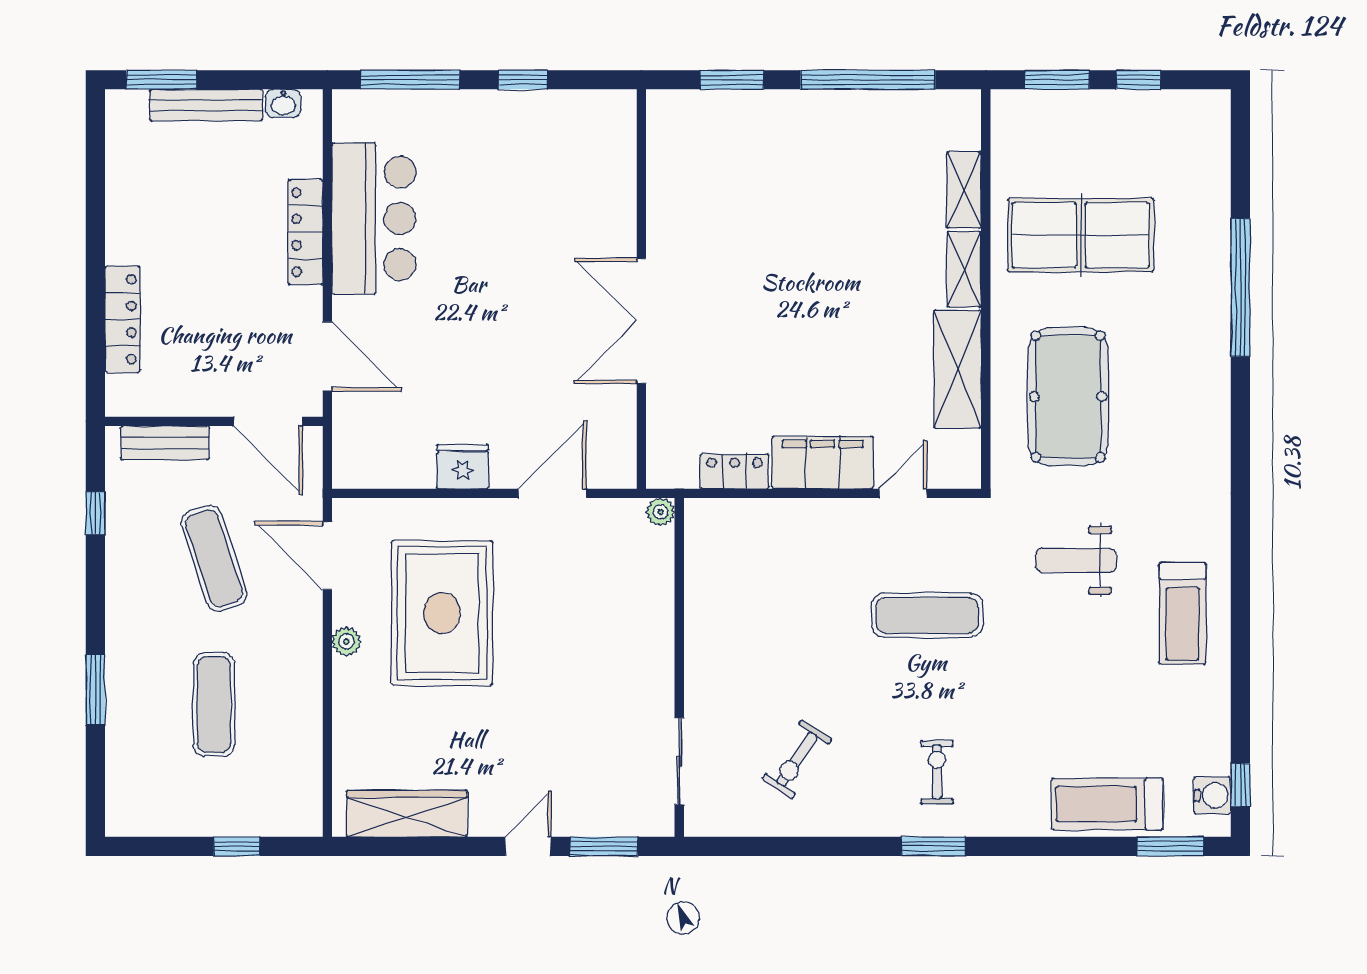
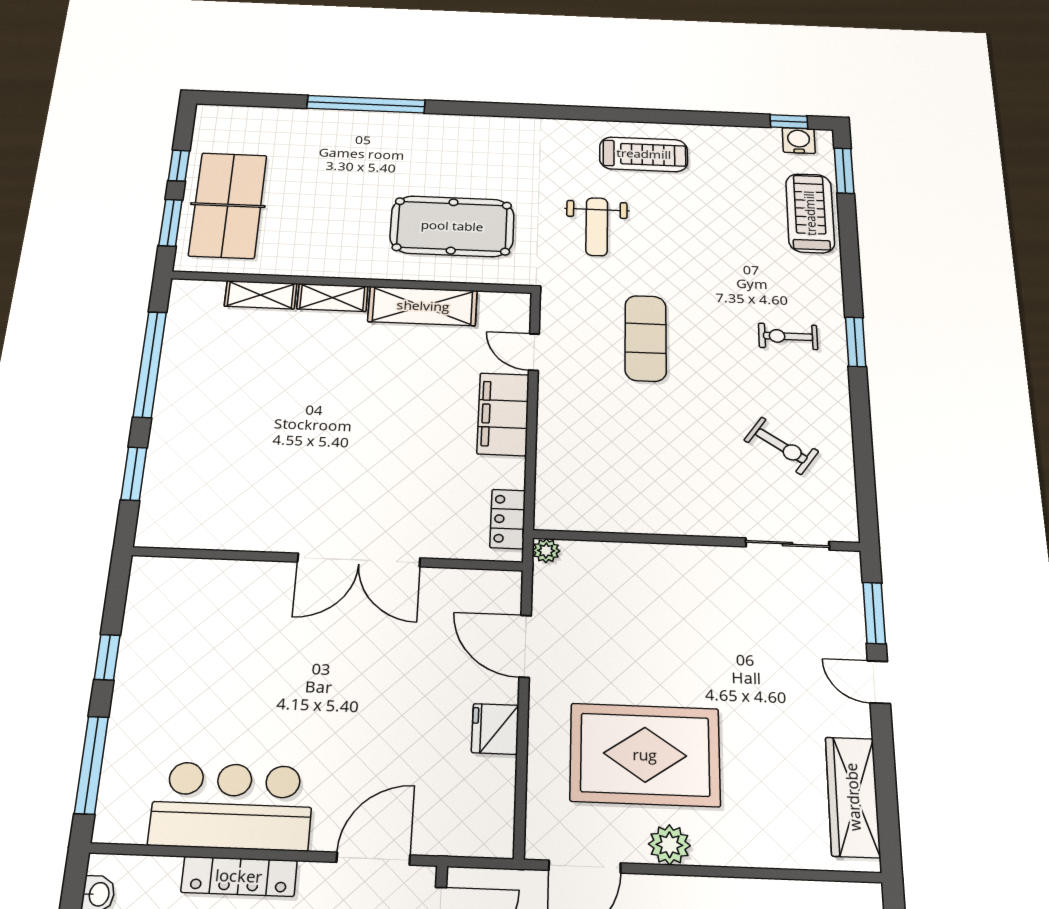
table tennis table: (1081, 235) -> (228, 205), moved
locker: (734, 471) -> (508, 519), moved
plant: (346, 641) -> (669, 845), width x1.38, depth x1.38
treadmill: (1107, 804) -> (810, 213), turned 180

